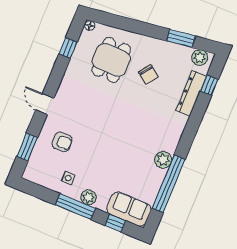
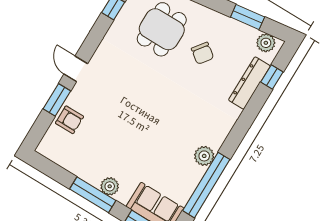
armchair: (62, 142) -> (69, 120), moved
window: (27, 147) -> (57, 100), moved
side table: (68, 178) -> (90, 160), removed

